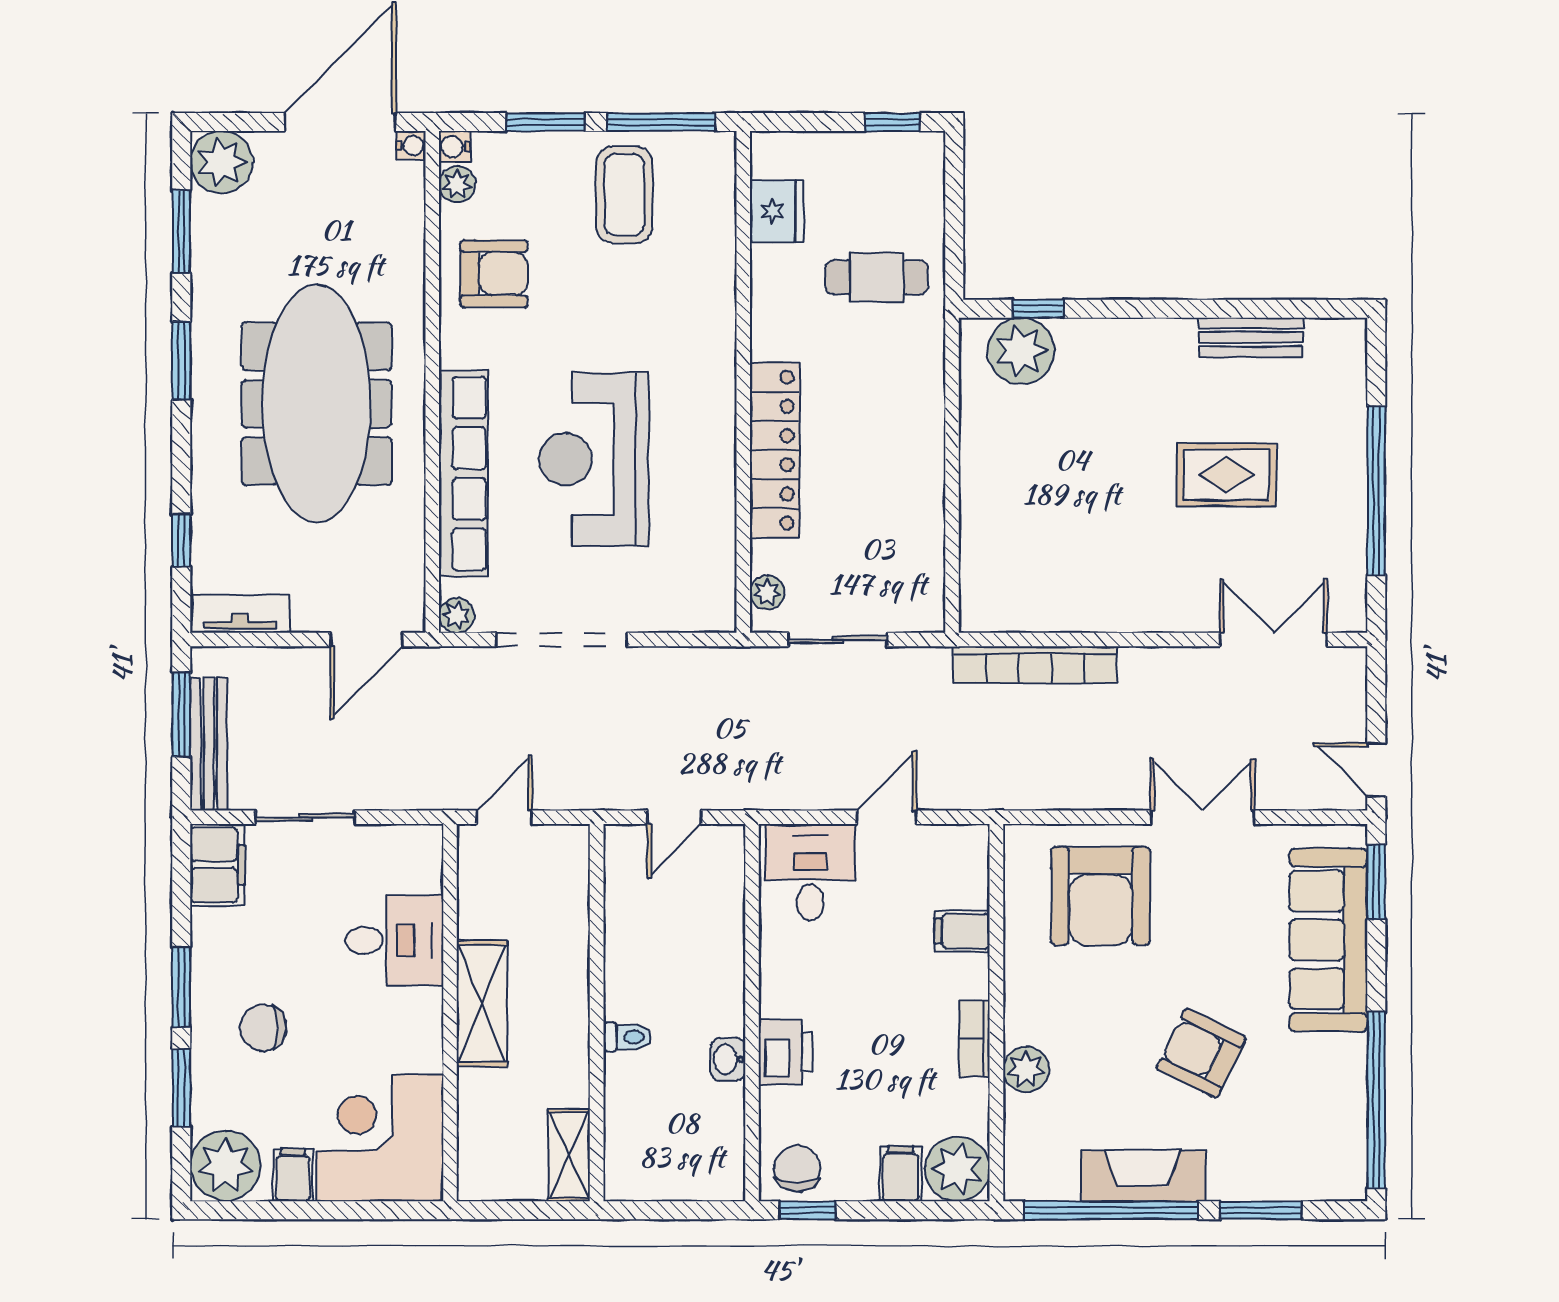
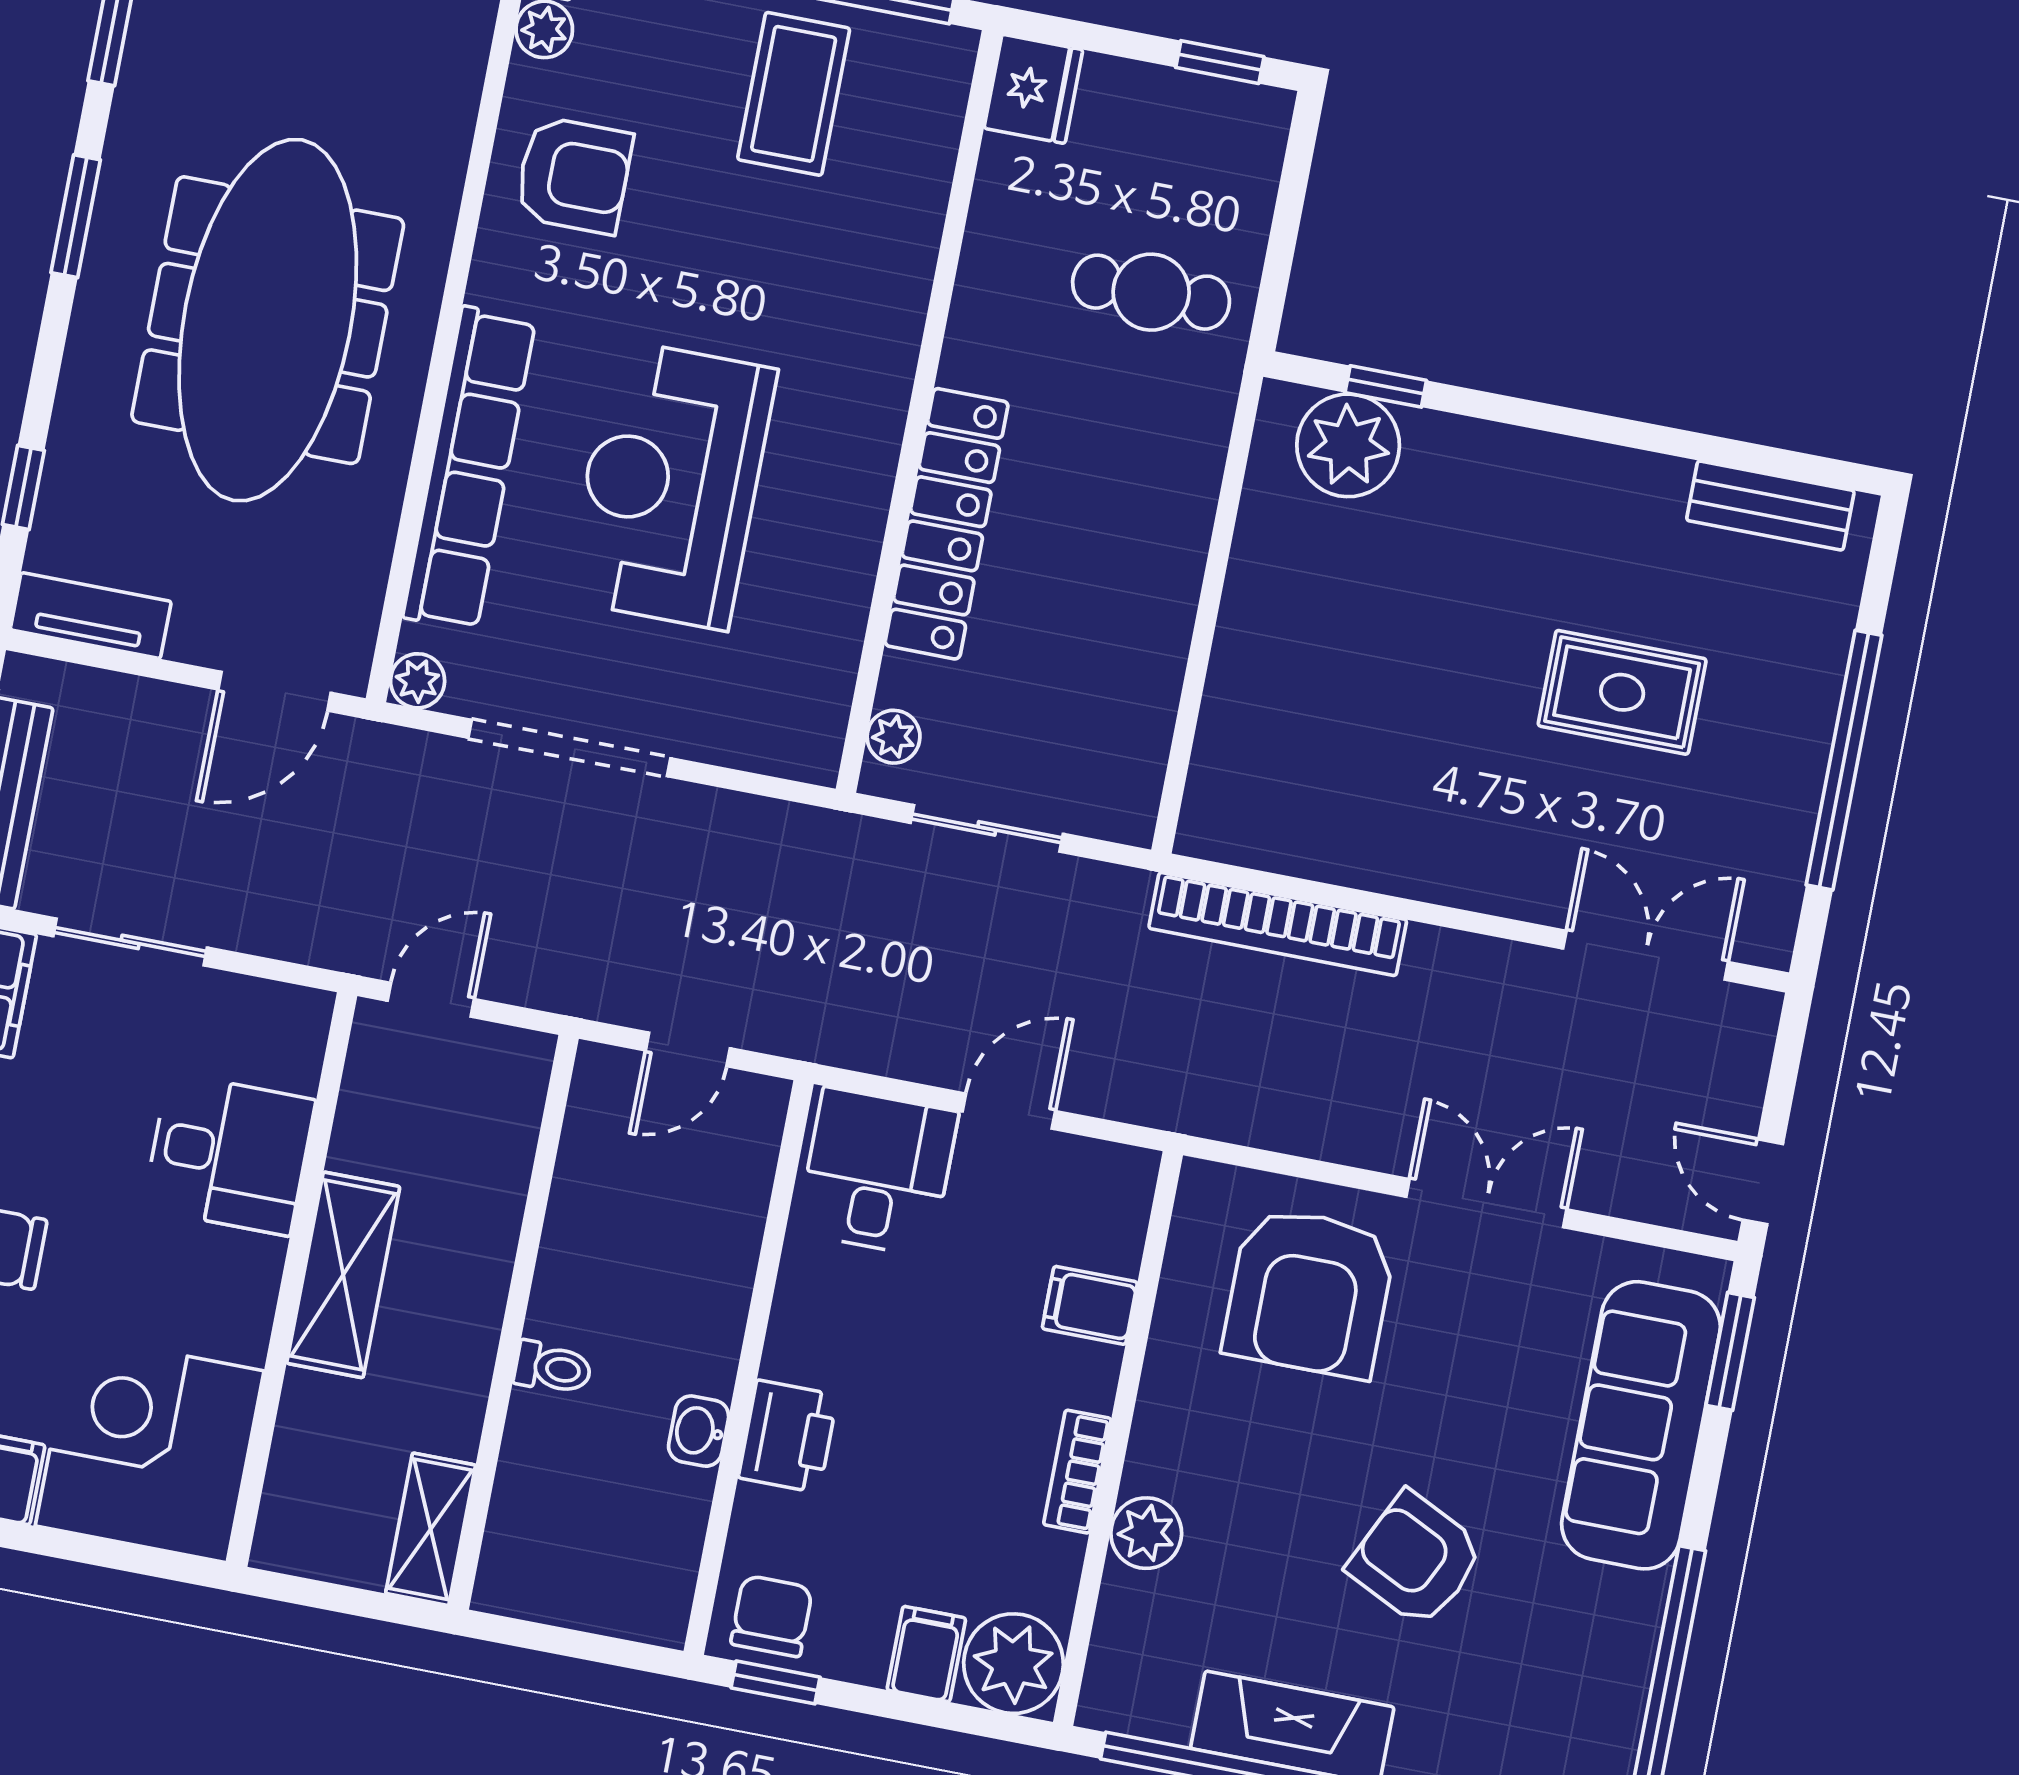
fridge: (777, 211) -> (1033, 89), moved
bench: (1251, 337) -> (1770, 505), moved

